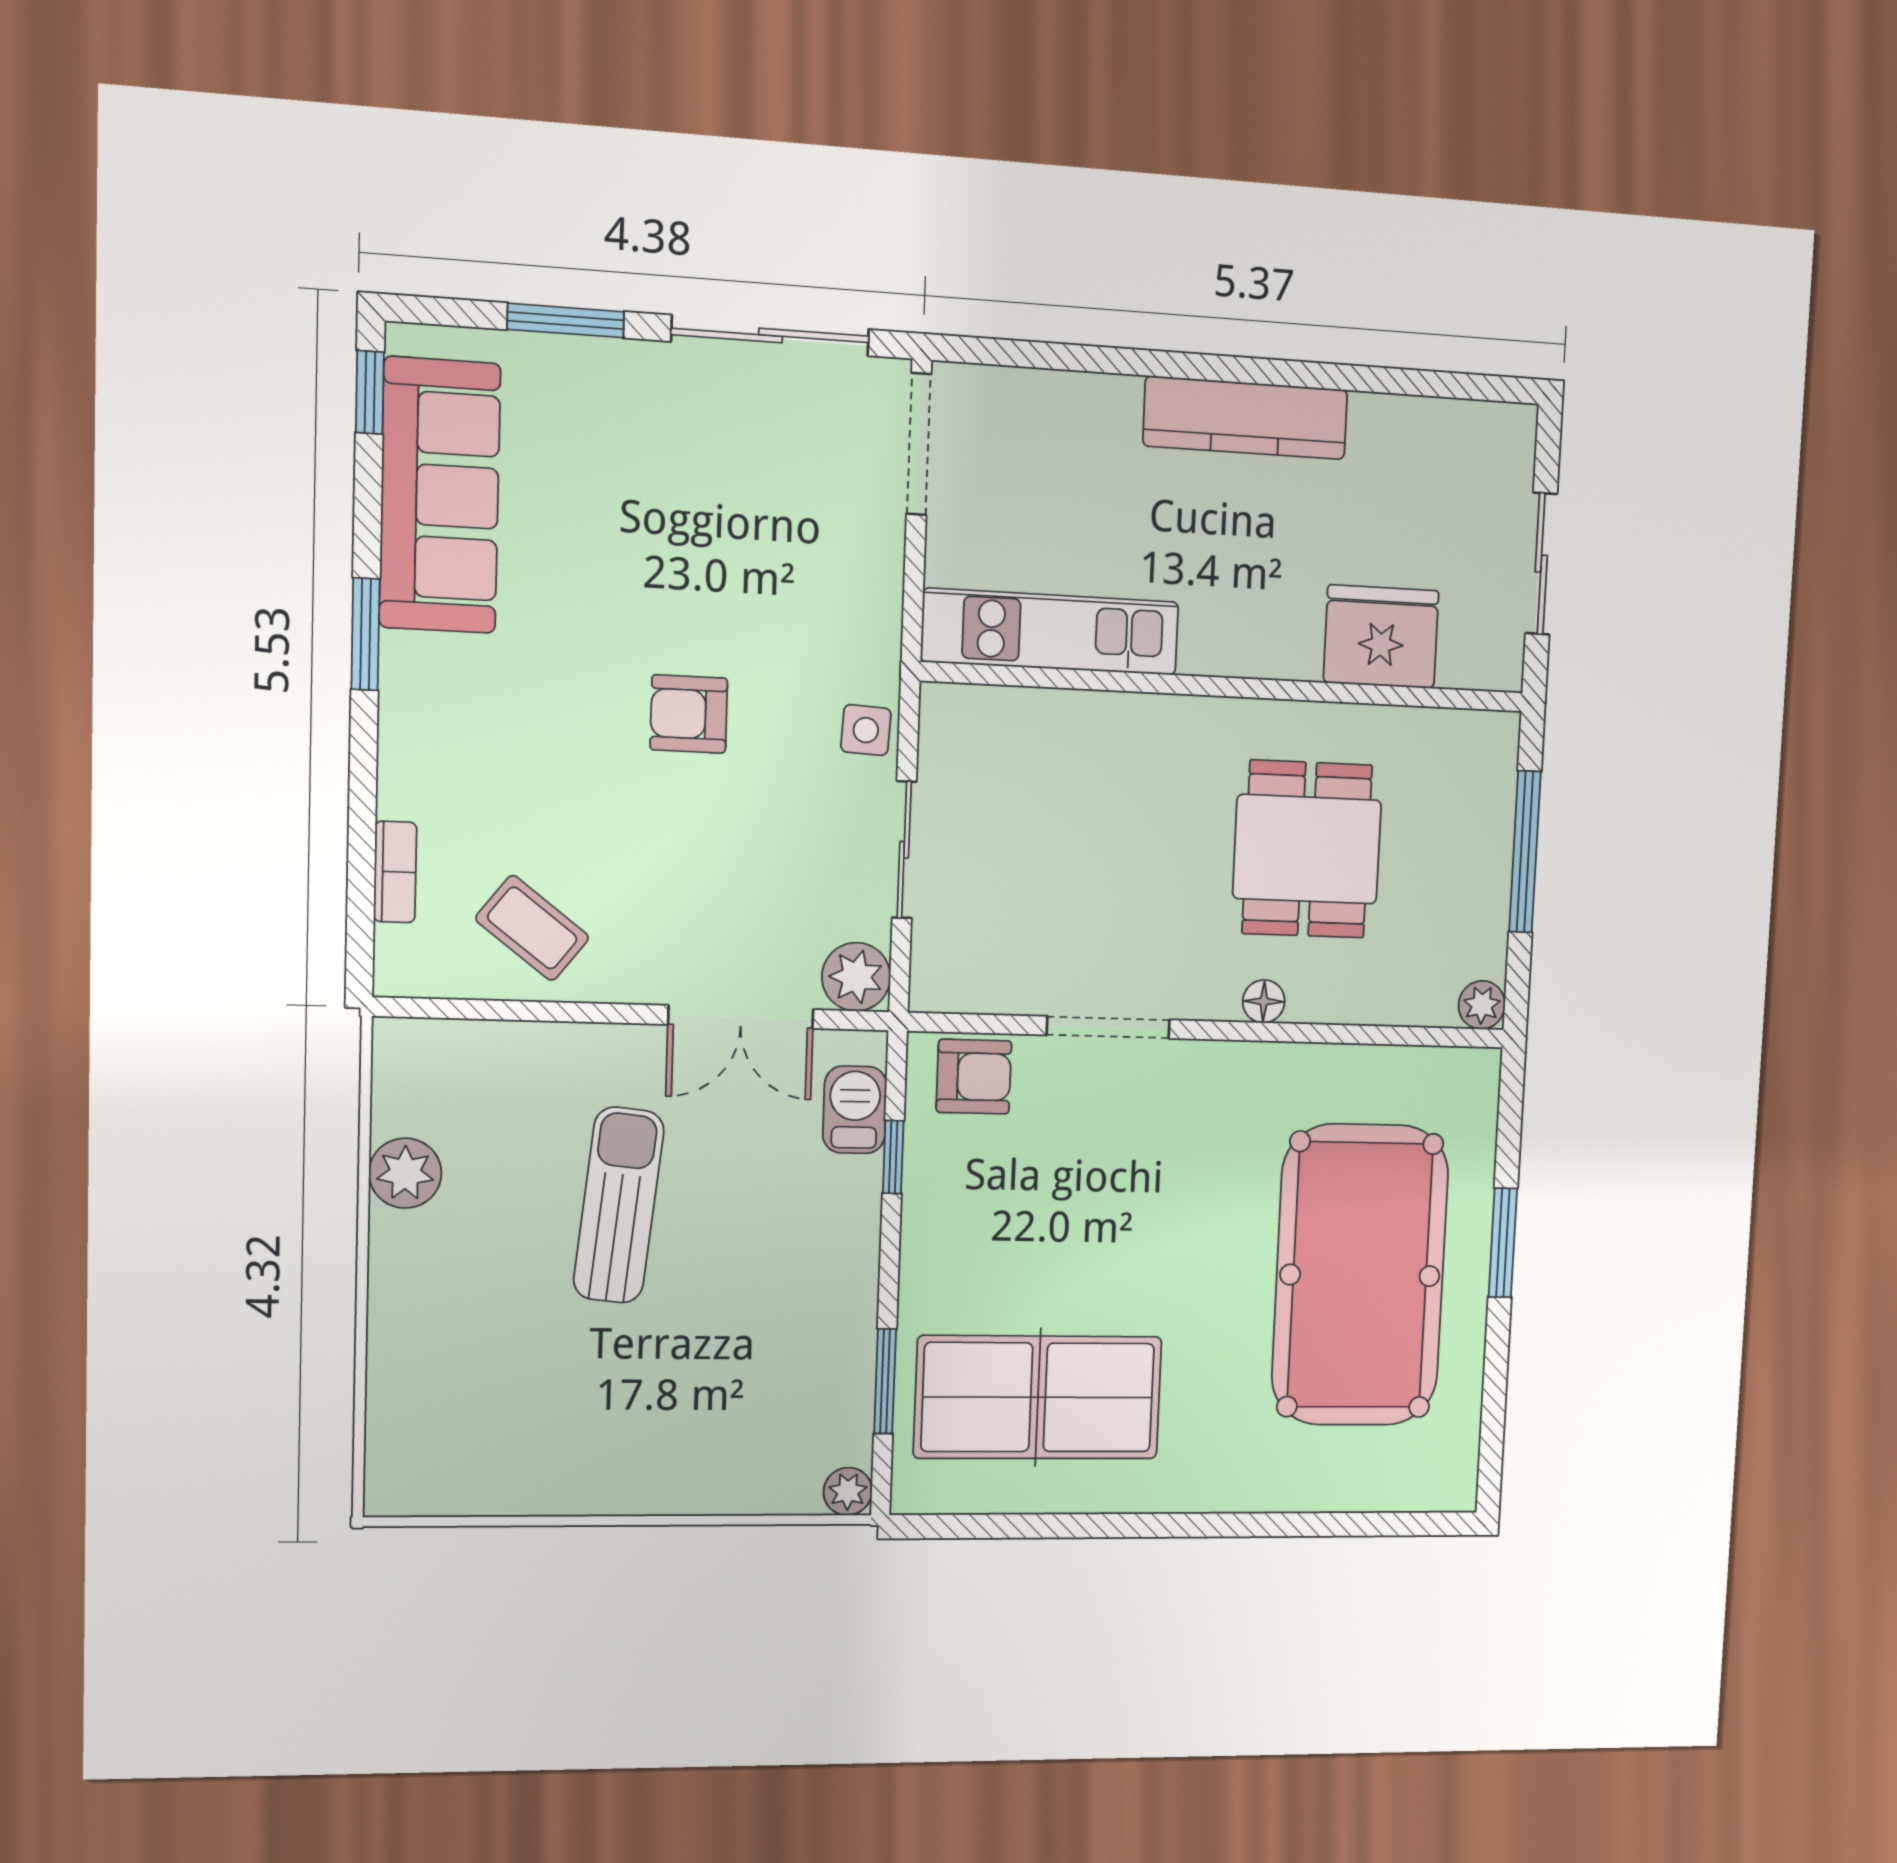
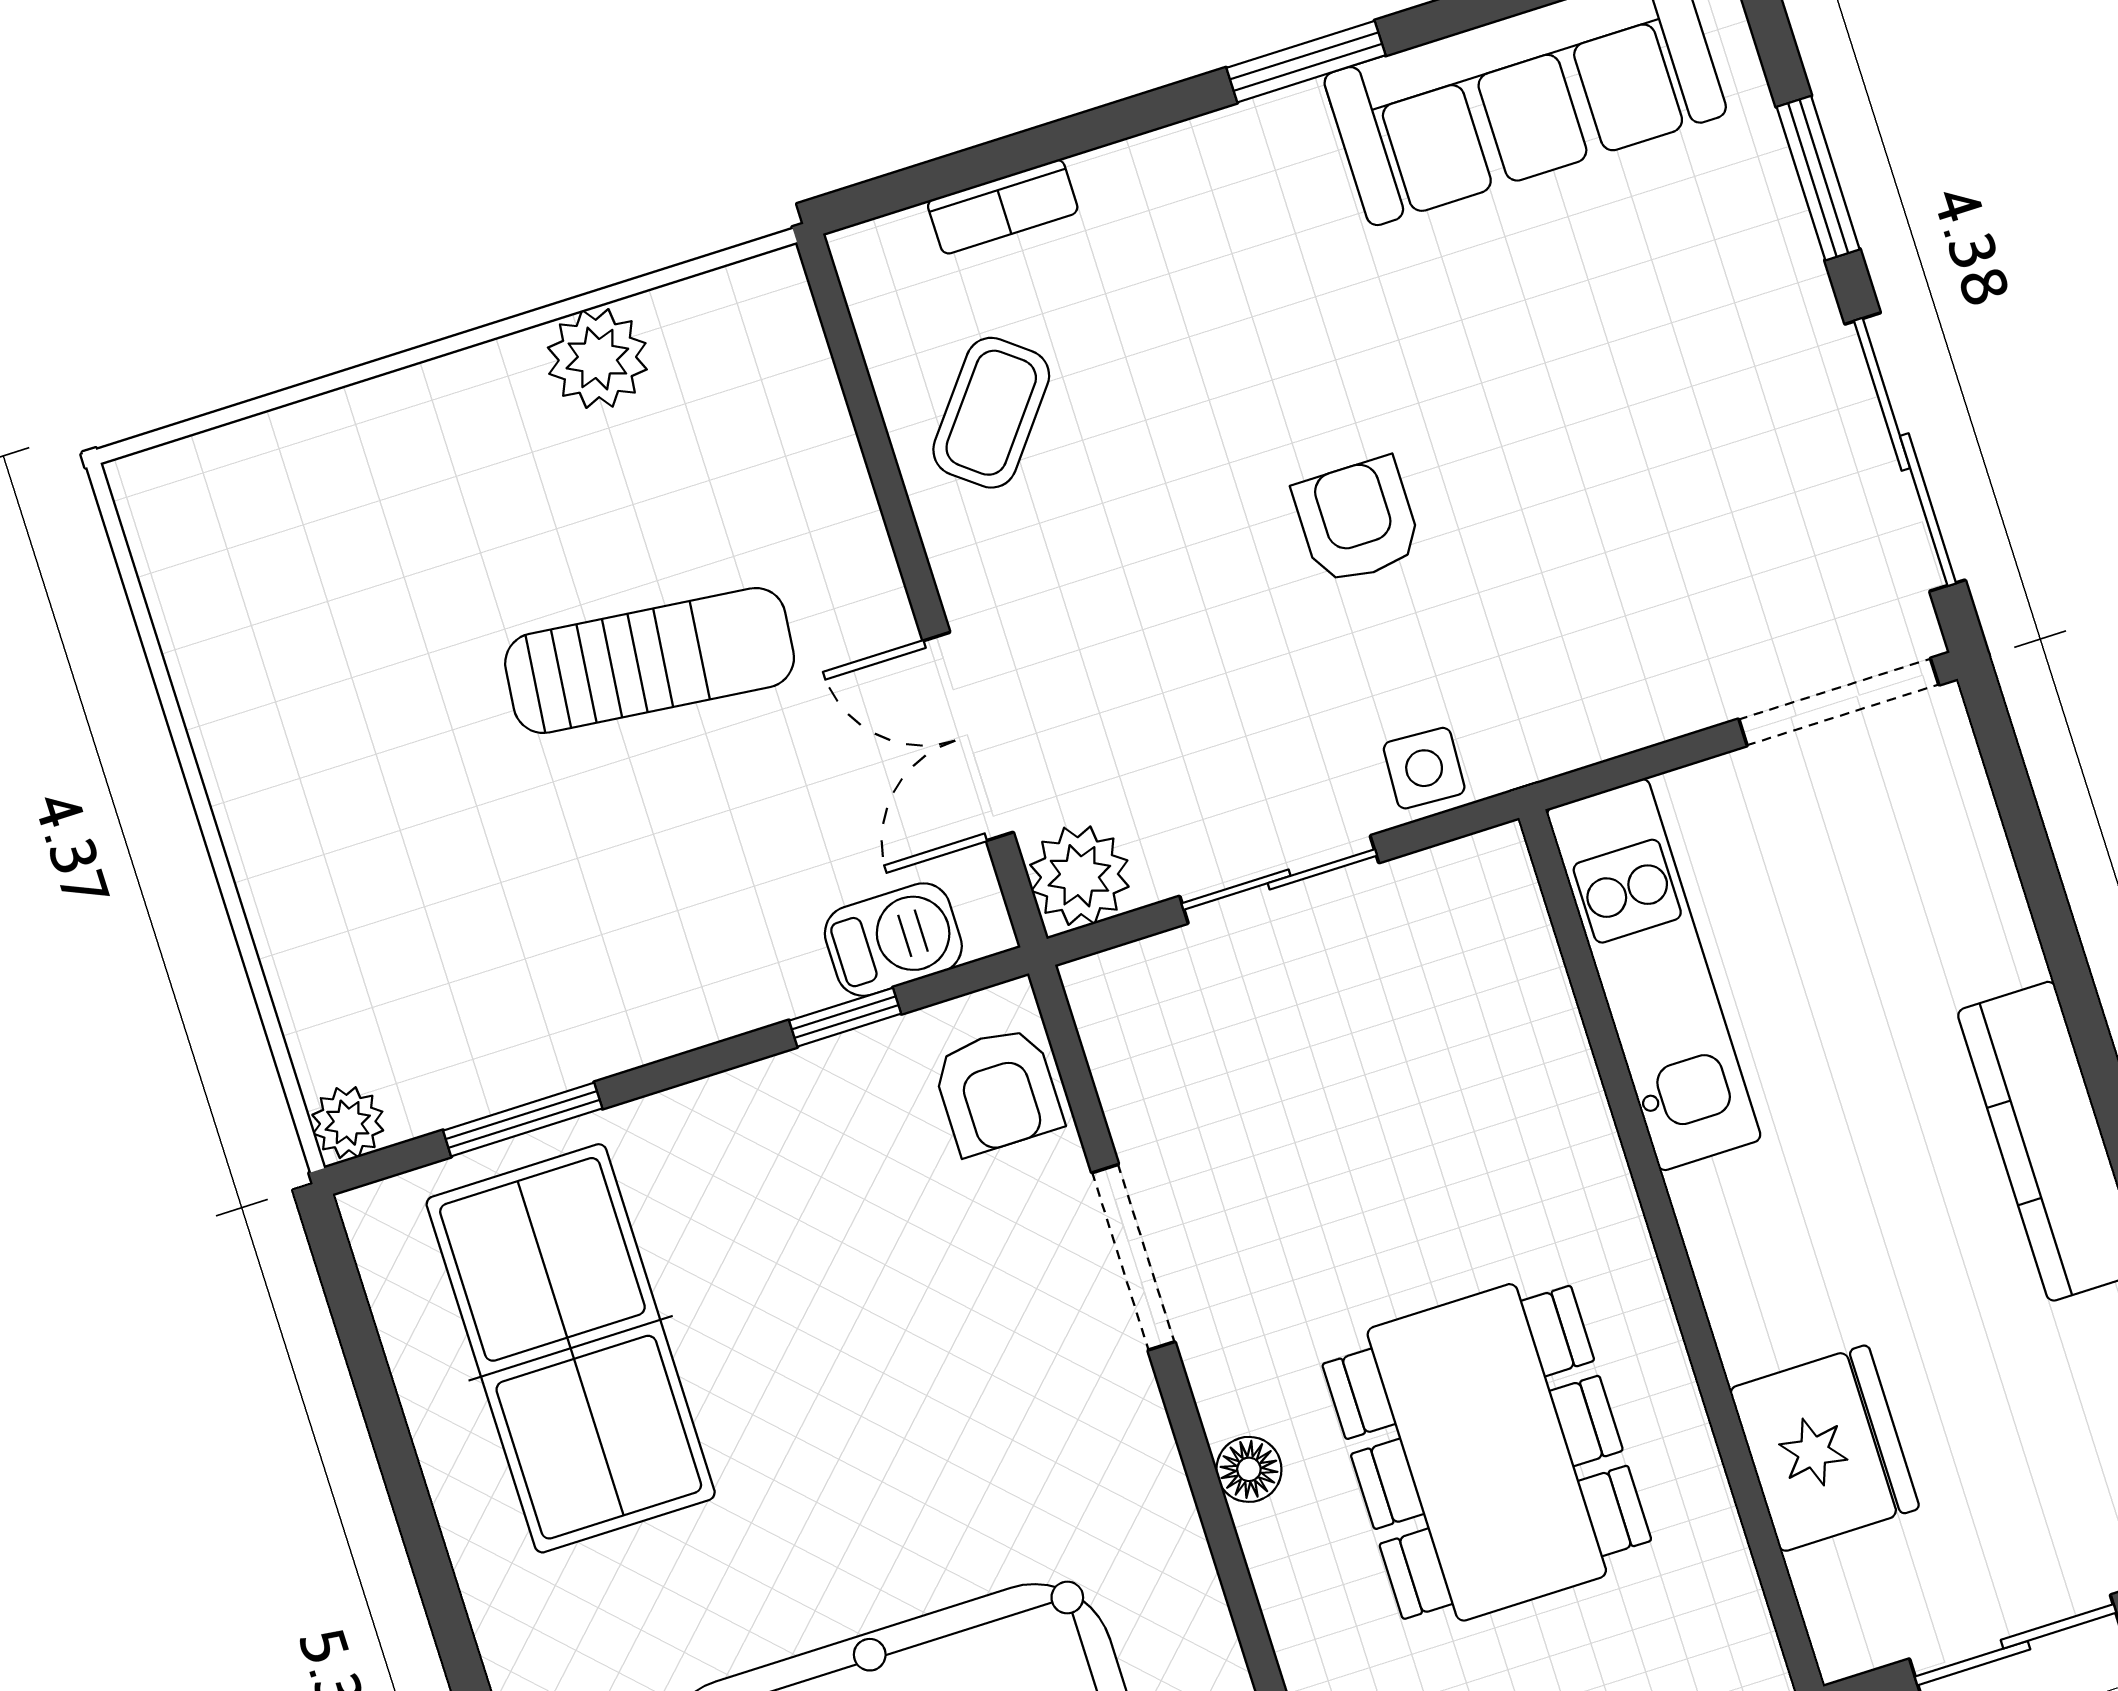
dining table: (1307, 849) -> (1487, 1452), width x1.38

